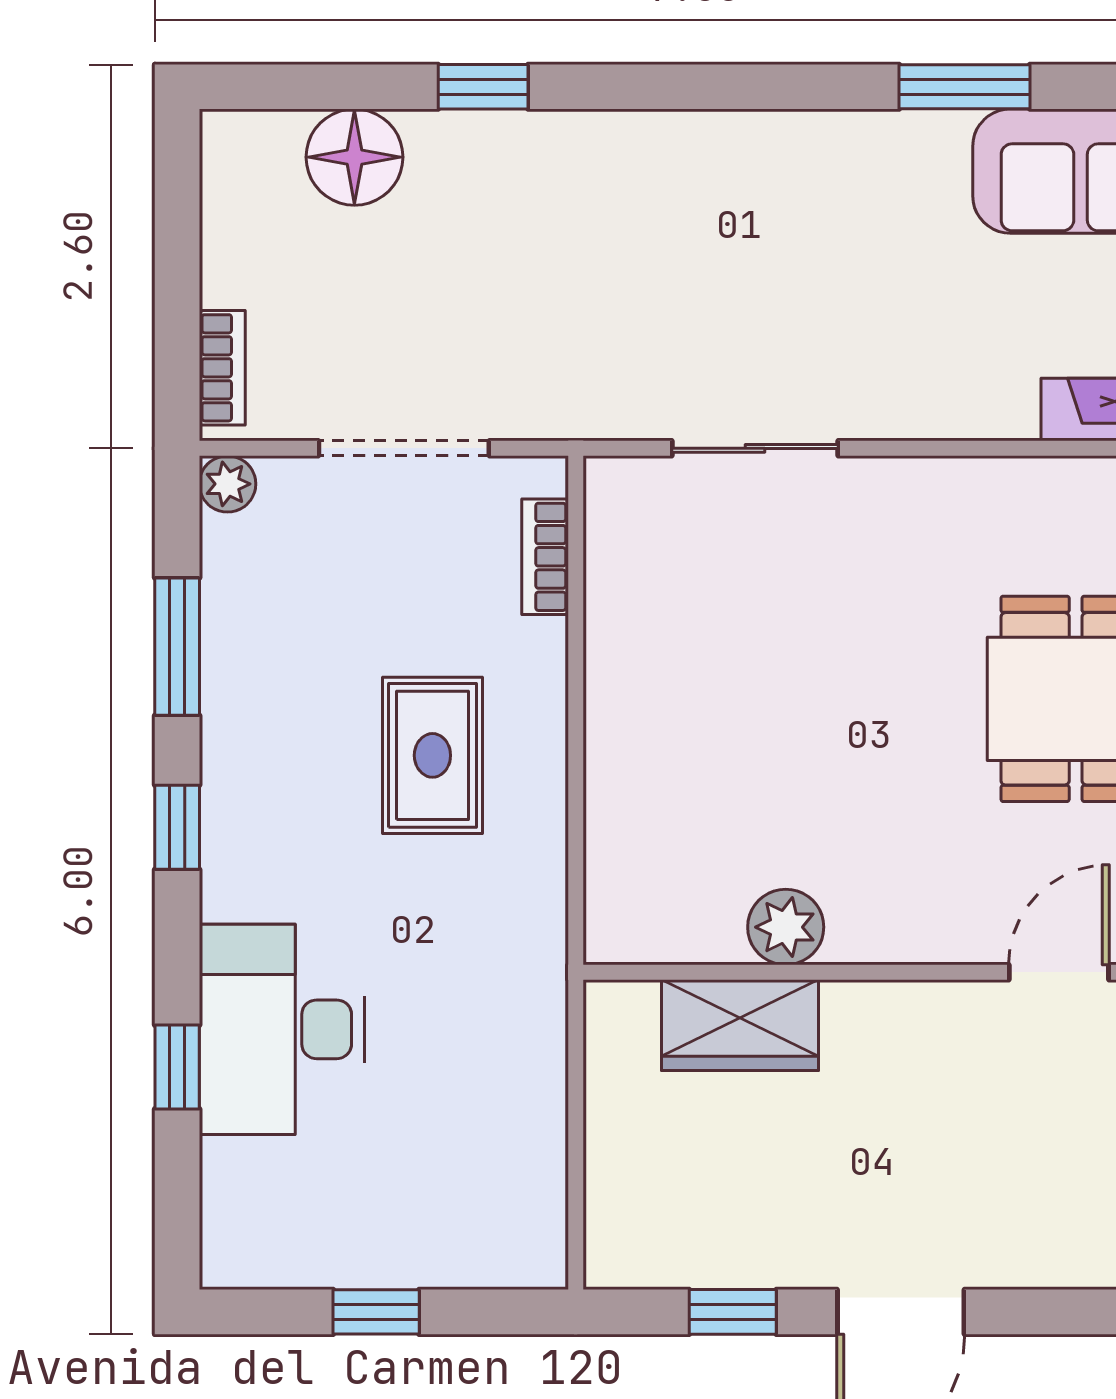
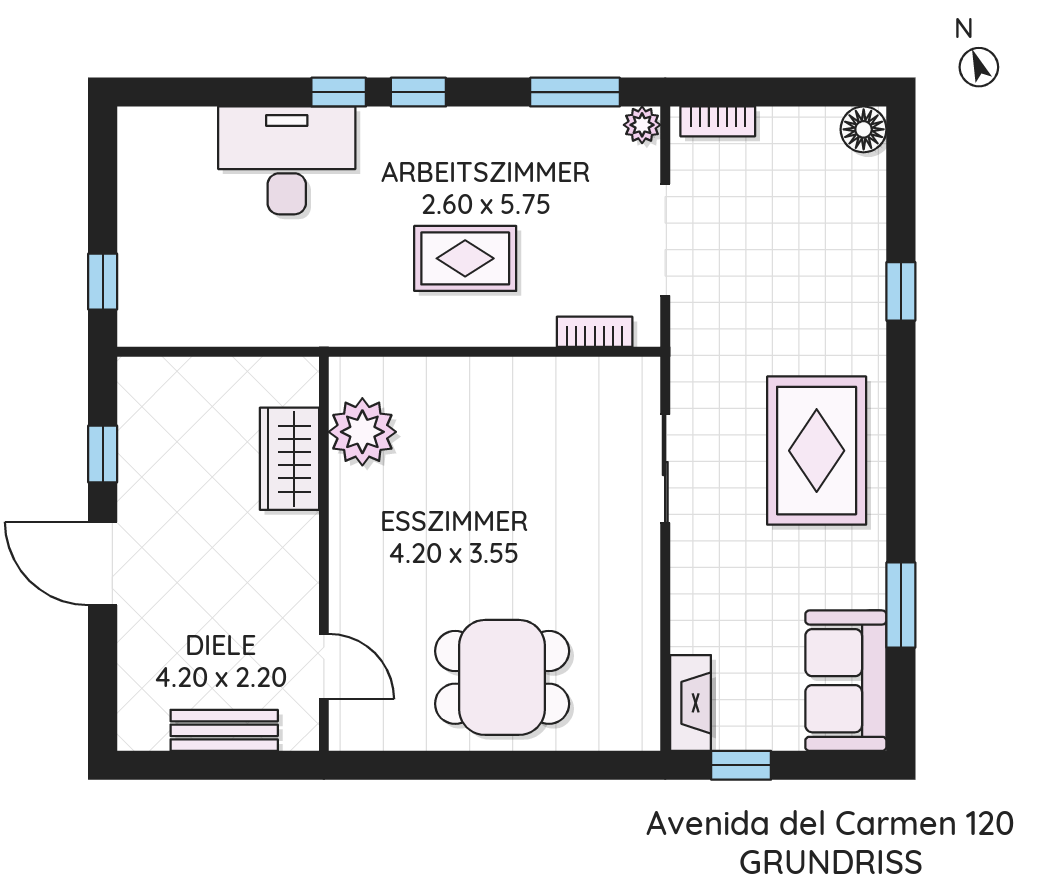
floor lamp: (354, 157) -> (864, 129), moved, width x0.73, depth x0.73
rug: (727, 216) -> (817, 451), added
window: (177, 647) -> (575, 92), moved
plant: (786, 927) -> (362, 432), moved, width x1.36, depth x1.36
window: (177, 1067) -> (339, 92), moved
window: (376, 1312) -> (103, 282), moved

